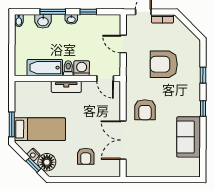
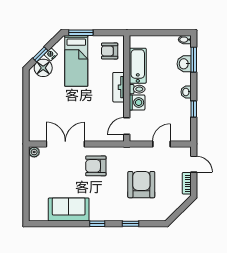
window: (53, 12) -> (194, 60), moved
armchair: (86, 156) -> (110, 51), moved
plant: (131, 171) -> (34, 152), added

